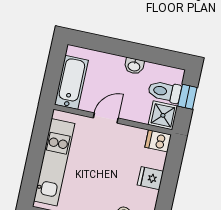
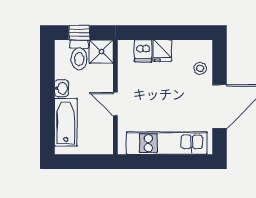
bathtub: (71, 82) -> (66, 122), moved, turned 90
dishwasher: (158, 141) -> (143, 51), moved

